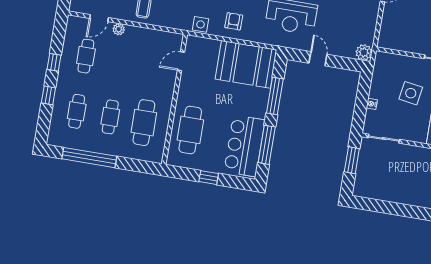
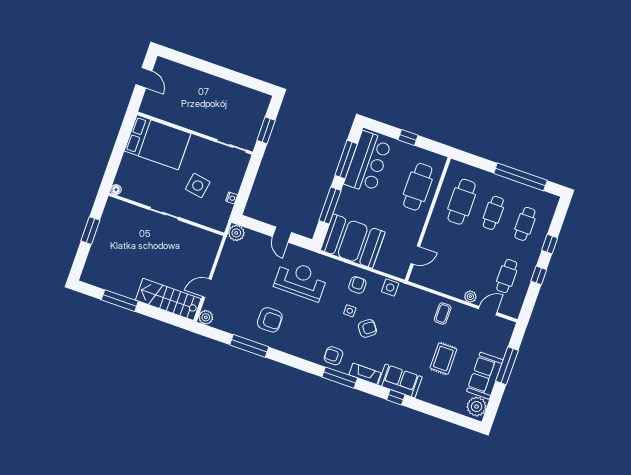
armchair: (234, 21) -> (357, 285), turned 180
nightstand: (372, 104) -> (232, 198), moved

